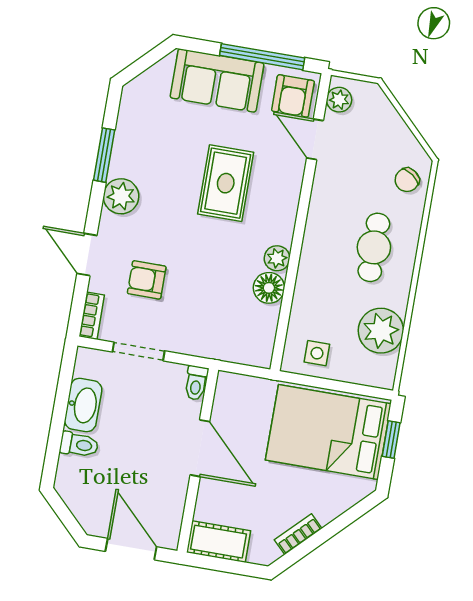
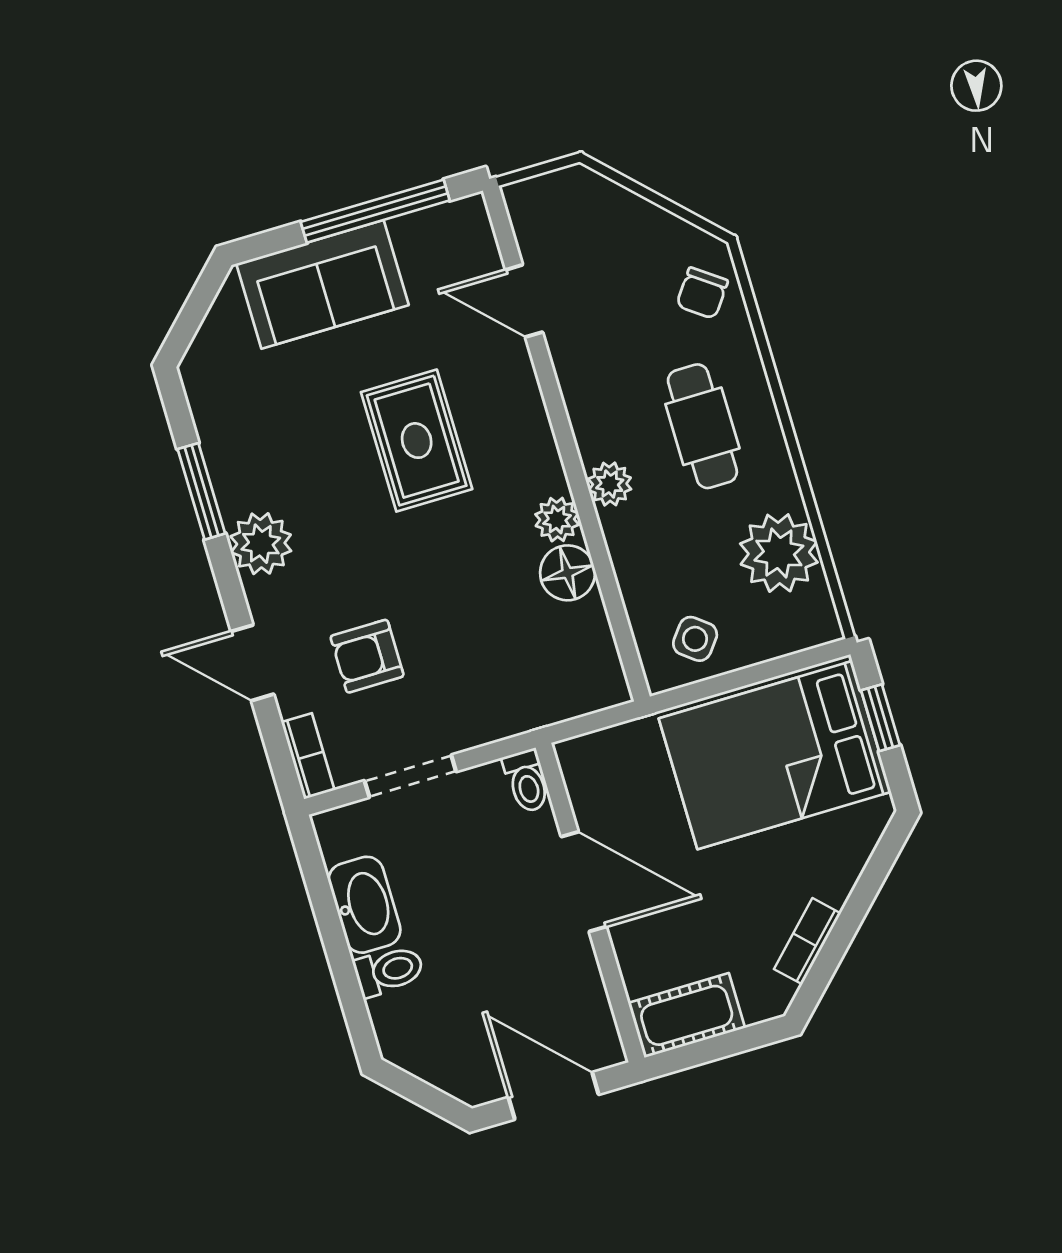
armchair: (293, 96) -> (455, 249), removed
plant: (339, 100) -> (610, 484), moved
side table: (317, 353) -> (695, 639), turned 38

